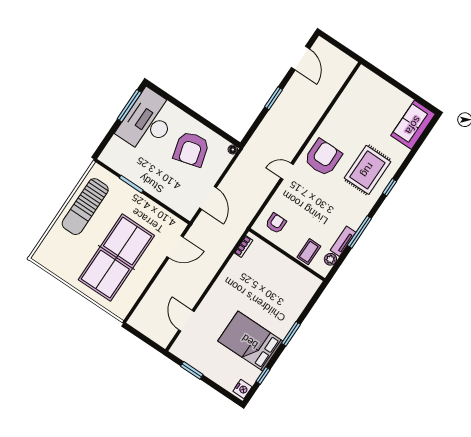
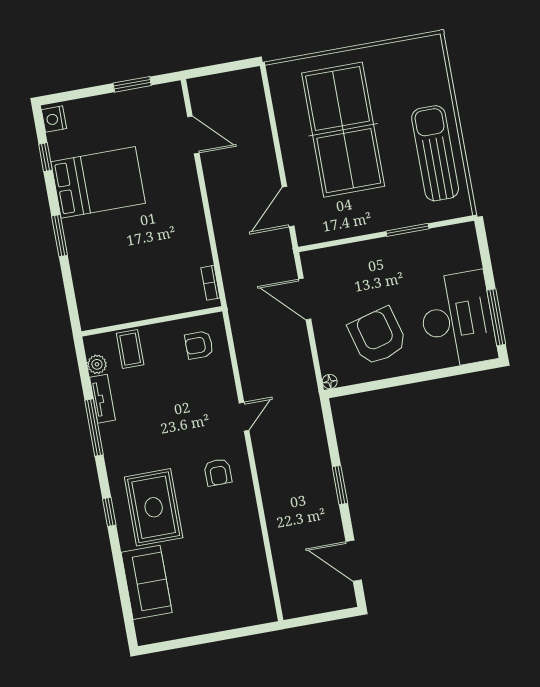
sofa: (413, 125) -> (147, 582), moved
armchair: (323, 157) -> (218, 472), width x0.53, depth x0.53
armchair: (276, 223) -> (199, 345), turned 90

